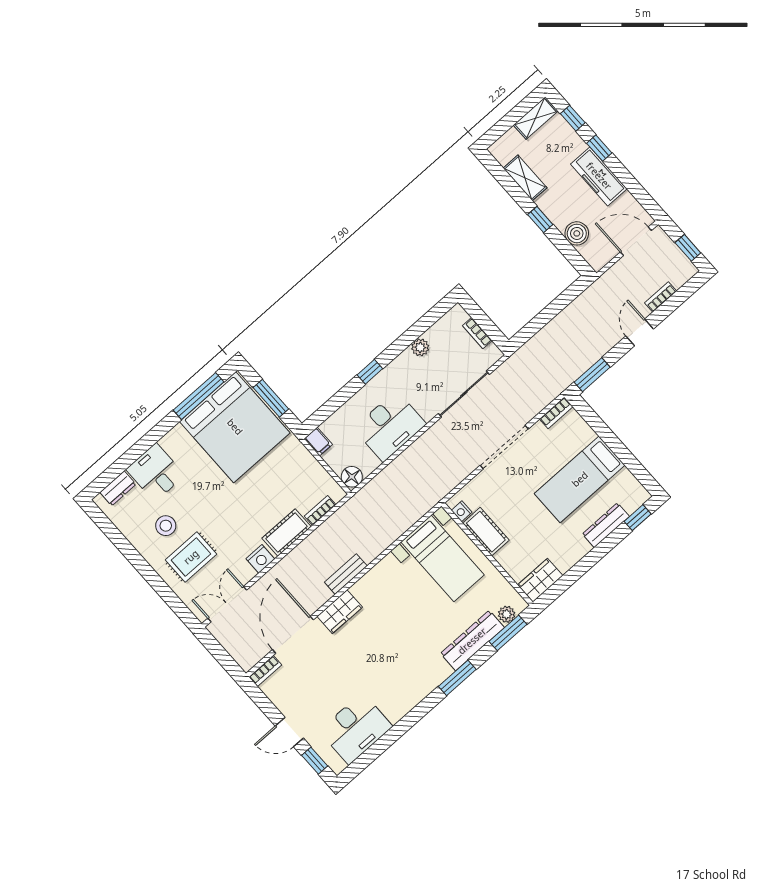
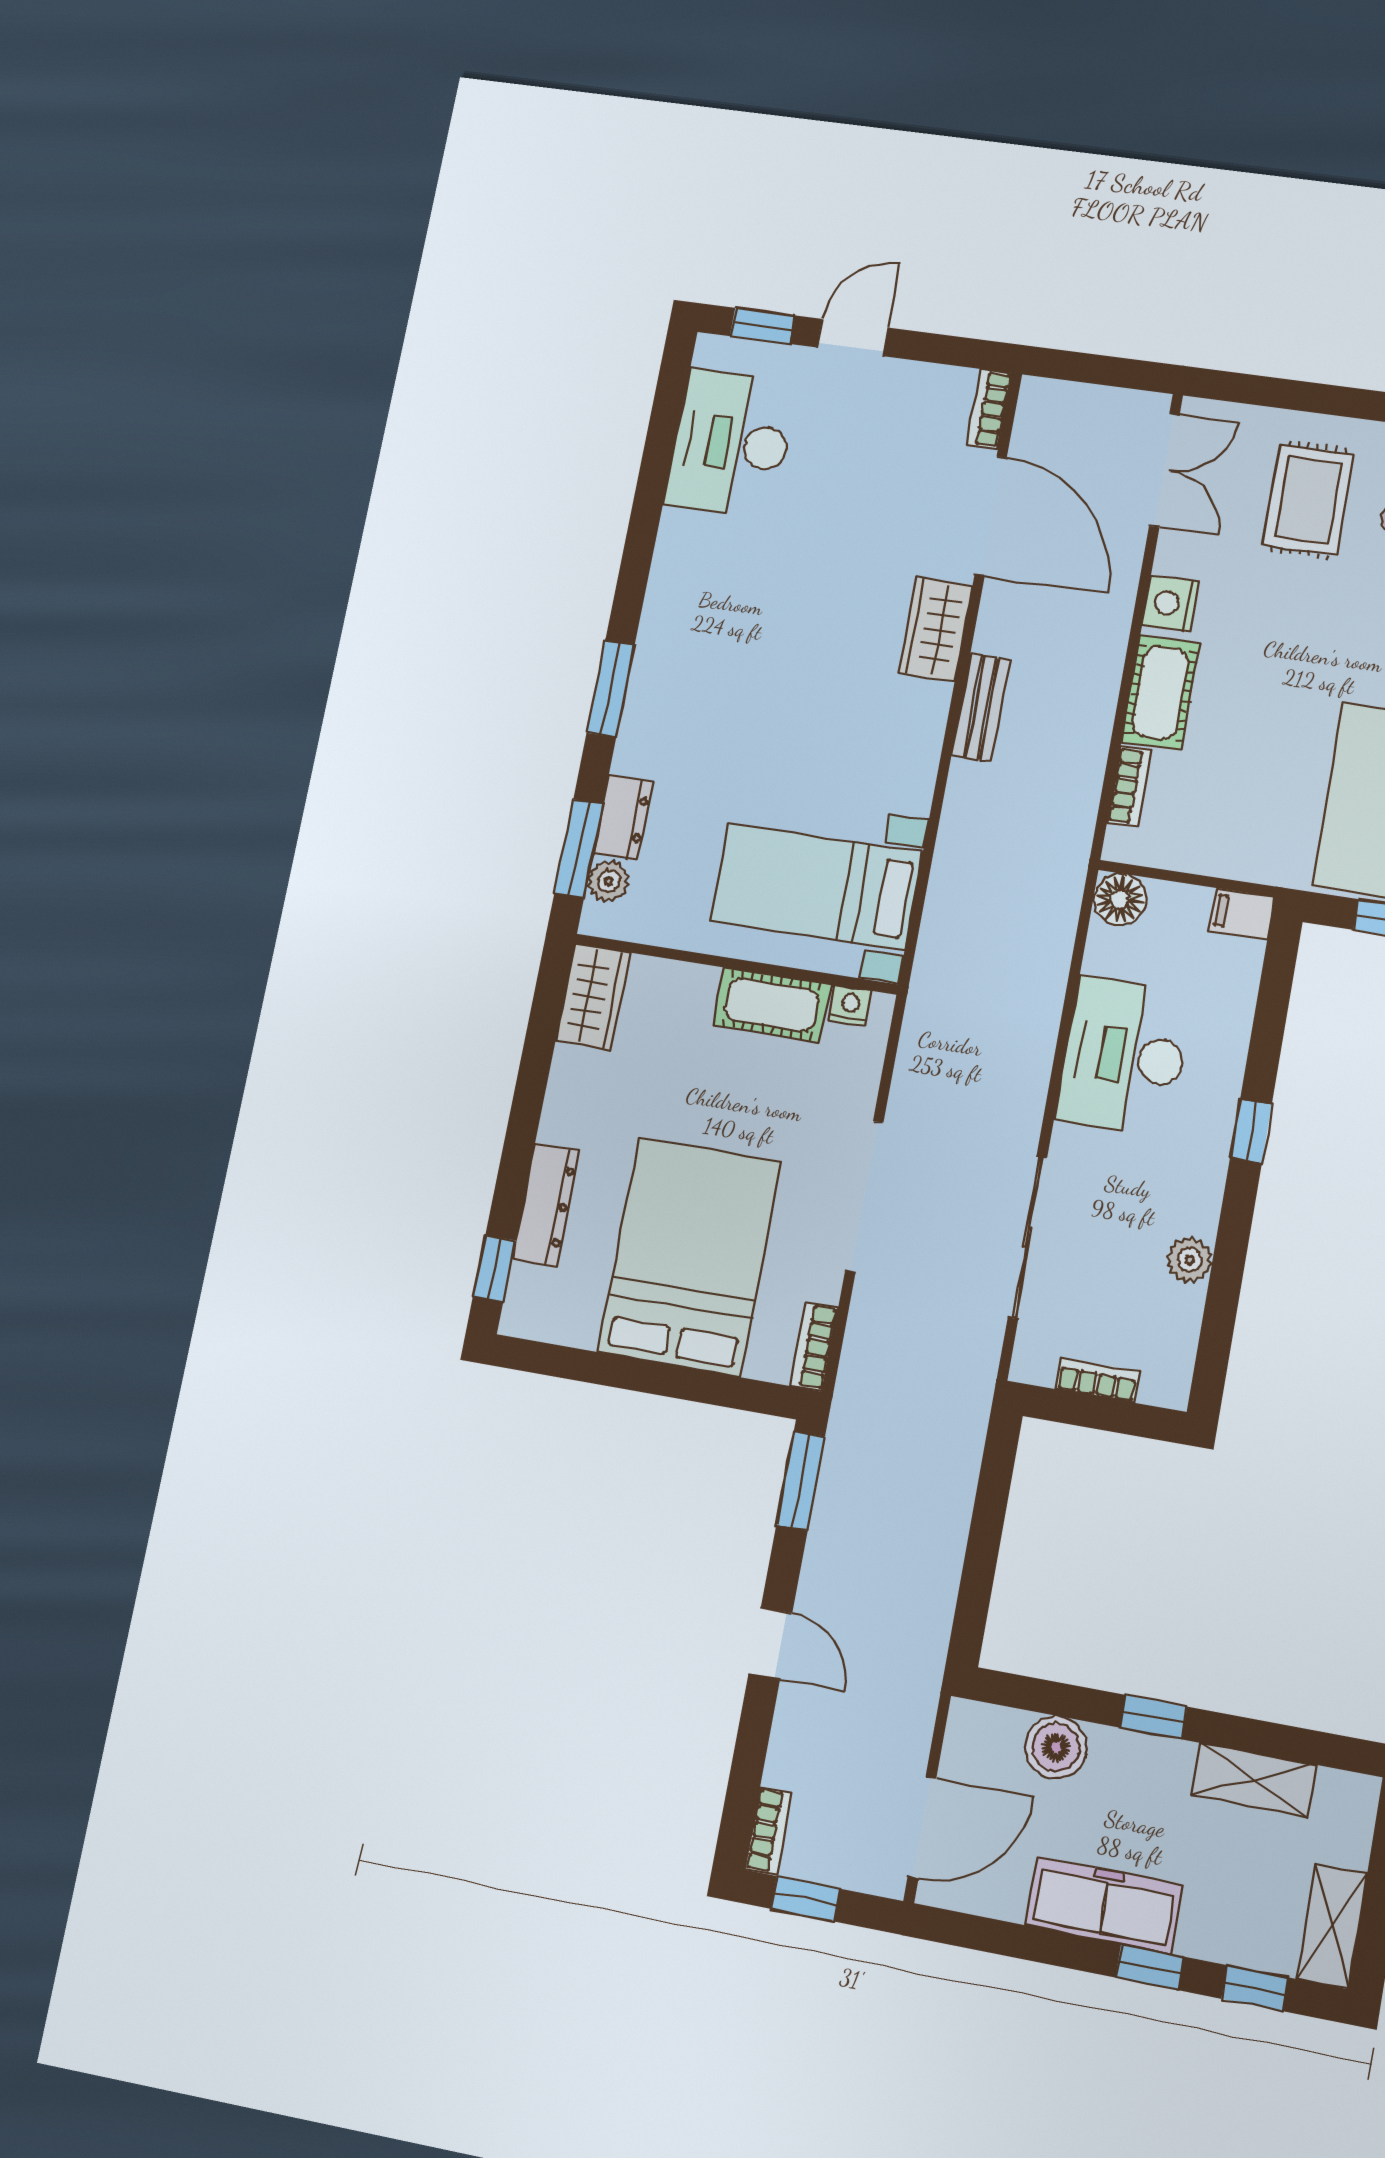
bookcase: (661, 297) -> (768, 1831), moved
bed: (580, 479) -> (690, 1256), width x1.50
dresser: (472, 641) -> (623, 817), width x0.51, depth x0.80

